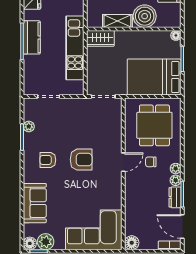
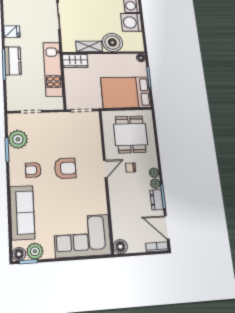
plant: (29, 126) -> (18, 139), width x1.88, depth x1.88
sofa: (35, 203) -> (22, 213), width x1.36

